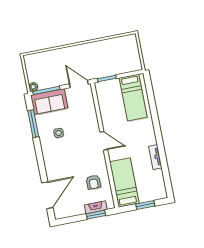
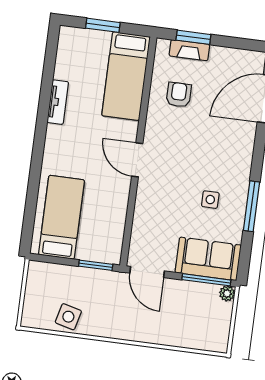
side table: (112, 47) -> (68, 317), added
window: (33, 124) -> (251, 206), moved

